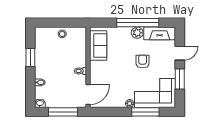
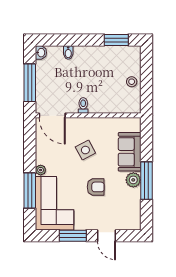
window: (138, 23) -> (146, 181), width x0.68
fireplace: (160, 33) -> (132, 209), removed
sofa: (98, 46) -> (130, 152), moved, turned 90
window: (30, 57) -> (116, 40), moved
side table: (114, 69) -> (85, 150), added

